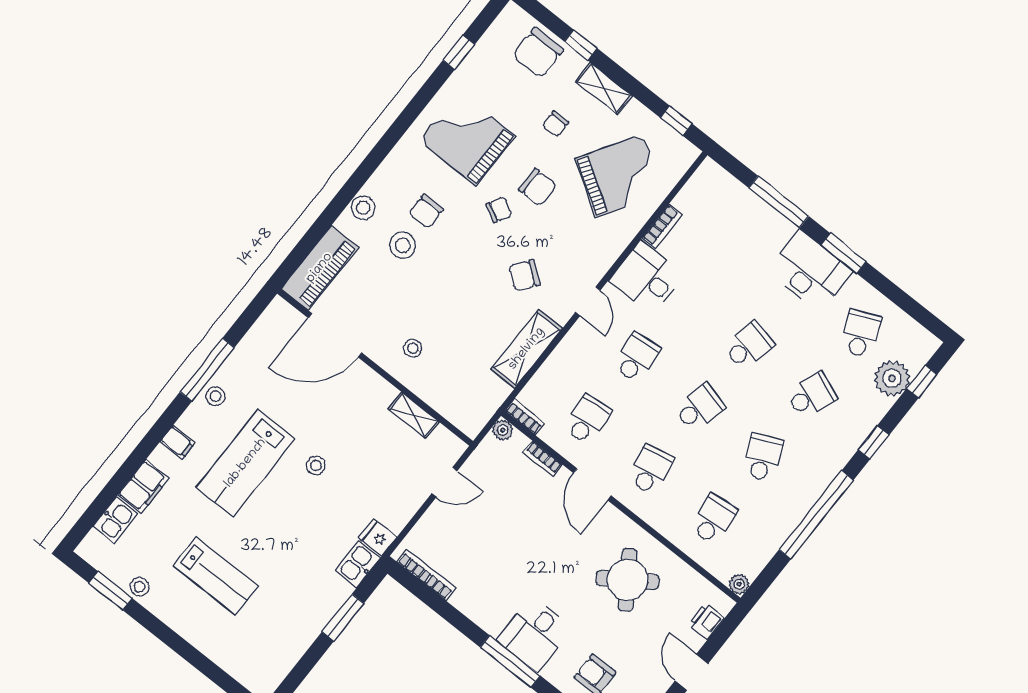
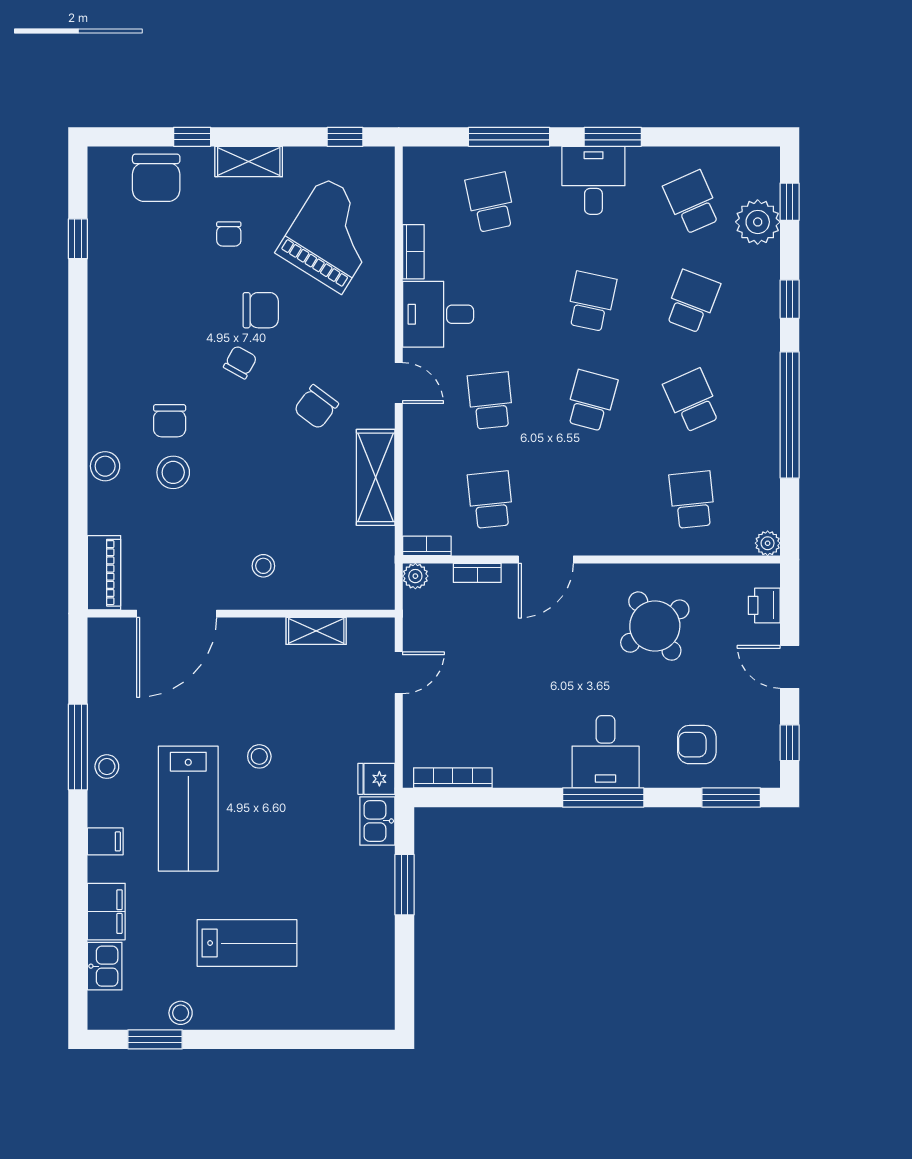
grand piano: (467, 138) -> (153, 317), removed
piano: (320, 268) -> (104, 573), width x0.73, depth x0.75
desk: (810, 271) -> (593, 180), width x0.73
school desk: (650, 469) -> (490, 202), moved
door: (592, 484) -> (546, 559), hinge flipped

